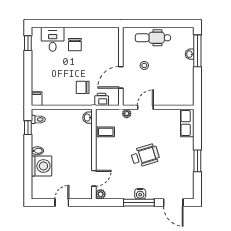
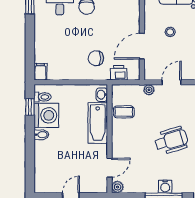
bathtub: (84, 141) -> (98, 123), added
washing machine: (41, 166) -> (46, 115), moved

